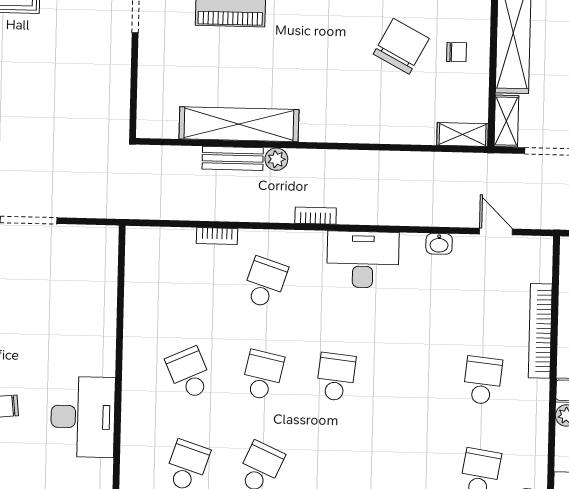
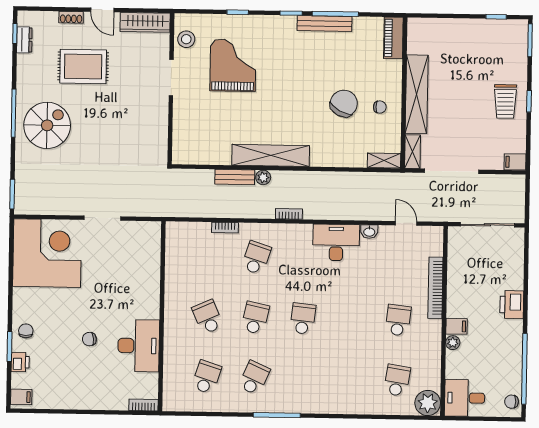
shelving: (239, 124) -> (271, 155), moved
desk: (363, 259) -> (336, 242), moved

